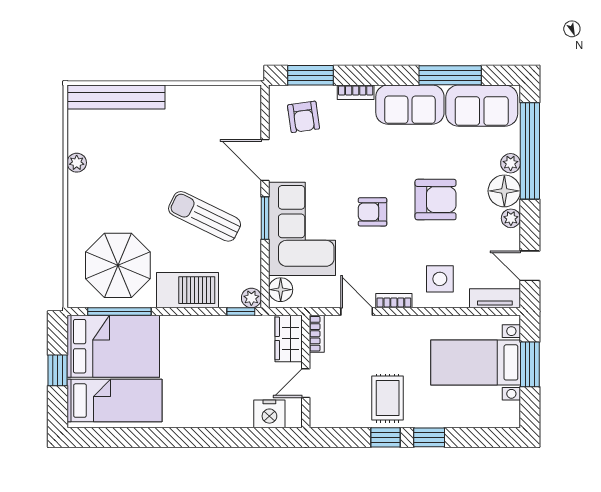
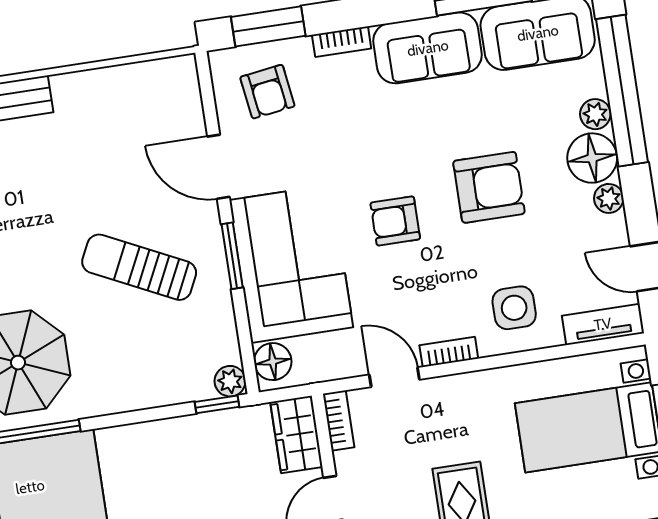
barbecue: (187, 290) -> (130, 384), removed

